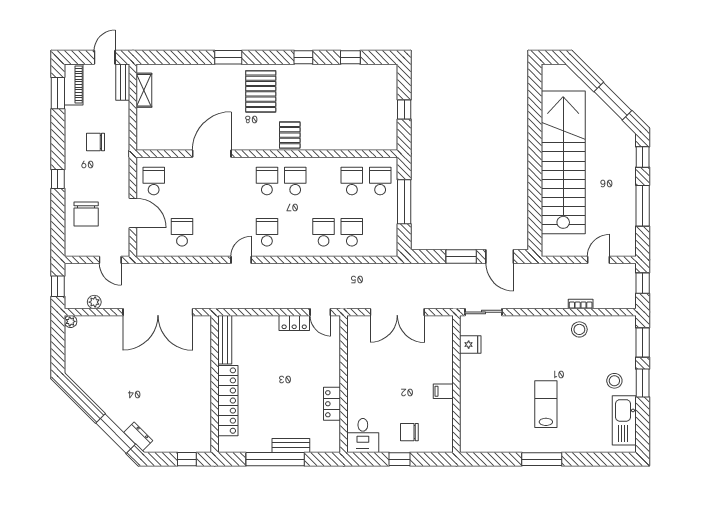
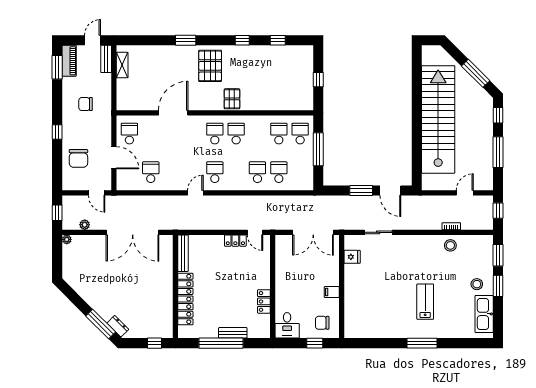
fridge: (470, 345) -> (352, 257), moved
wall: (456, 384) -> (342, 287), moved
filing cabinet: (443, 391) -> (332, 292), moved

